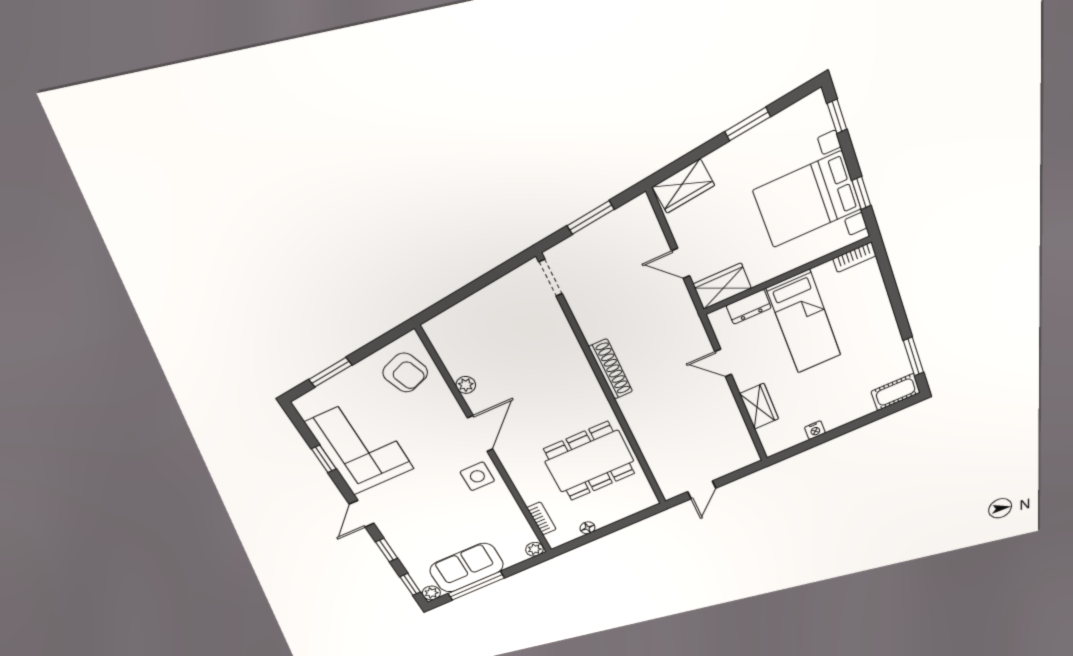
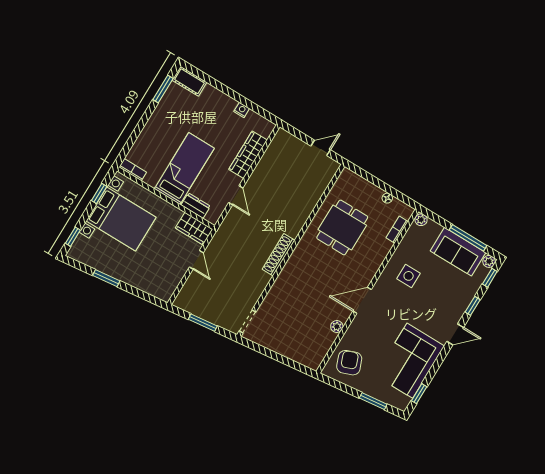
wardrobe: (683, 186) -> (157, 287), removed
wardrobe: (759, 406) -> (248, 155), width x1.50
window: (324, 459) -> (419, 394), moved
dining table: (589, 461) -> (342, 227), width x0.73
side table: (477, 476) -> (409, 276), moved

